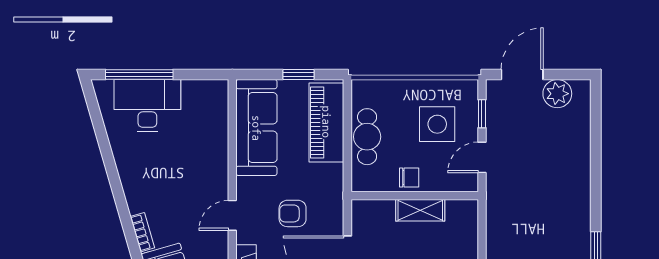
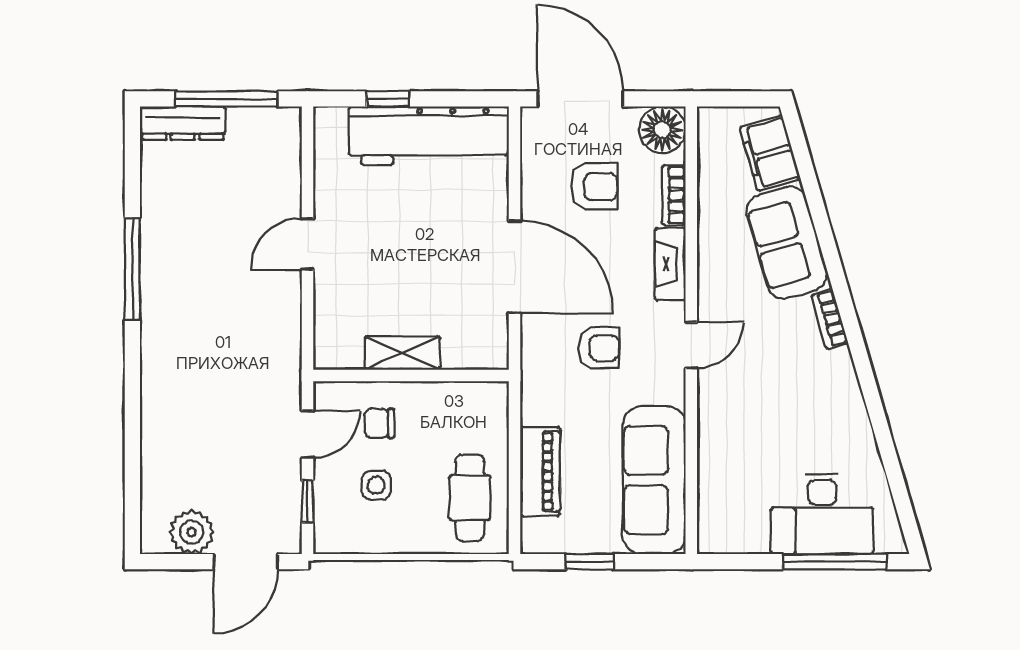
piano: (326, 122) -> (540, 472), width x0.73, depth x0.75
side table: (437, 124) -> (376, 485), width x0.54, depth x0.54
cafe table: (367, 137) -> (470, 498), moved
chair: (409, 178) -> (379, 423), moved

